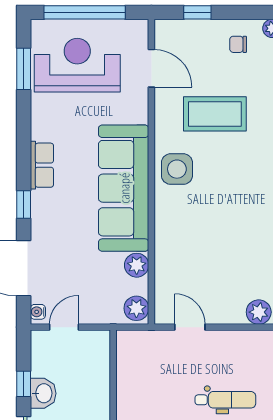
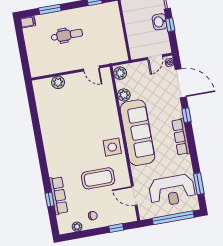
row of seats: (42, 165) -> (181, 137), width x1.48
dental chair: (225, 400) -> (67, 35), turned 180

